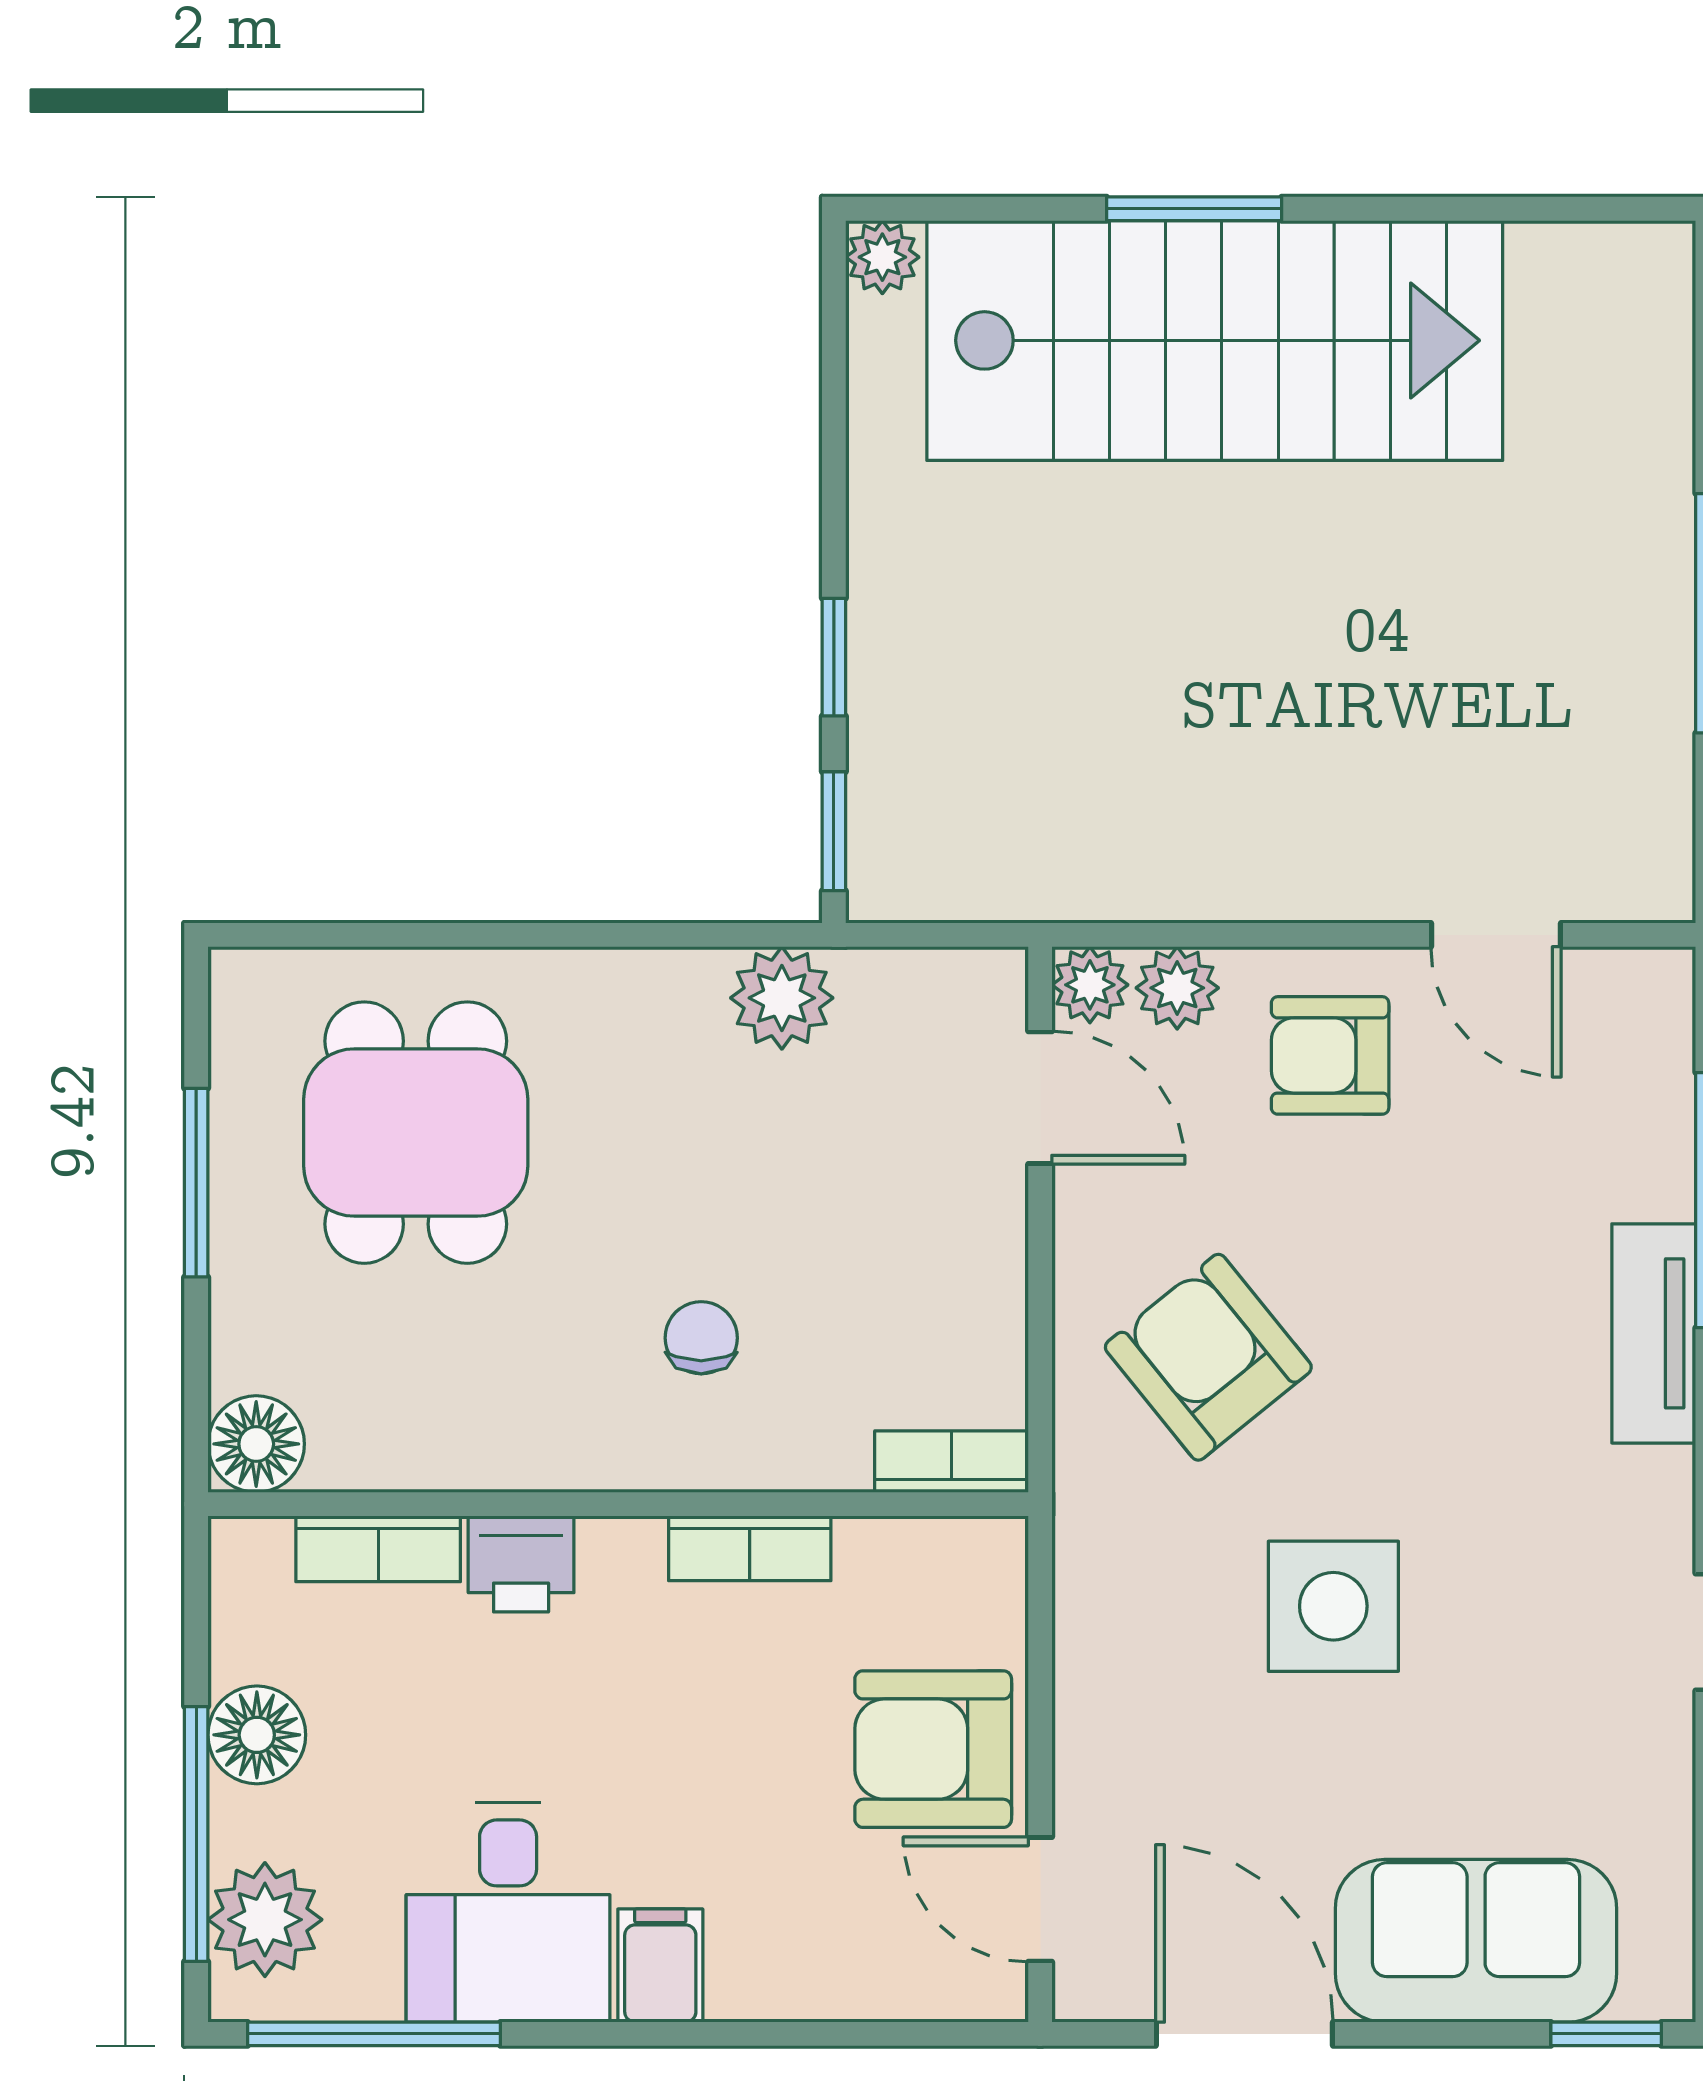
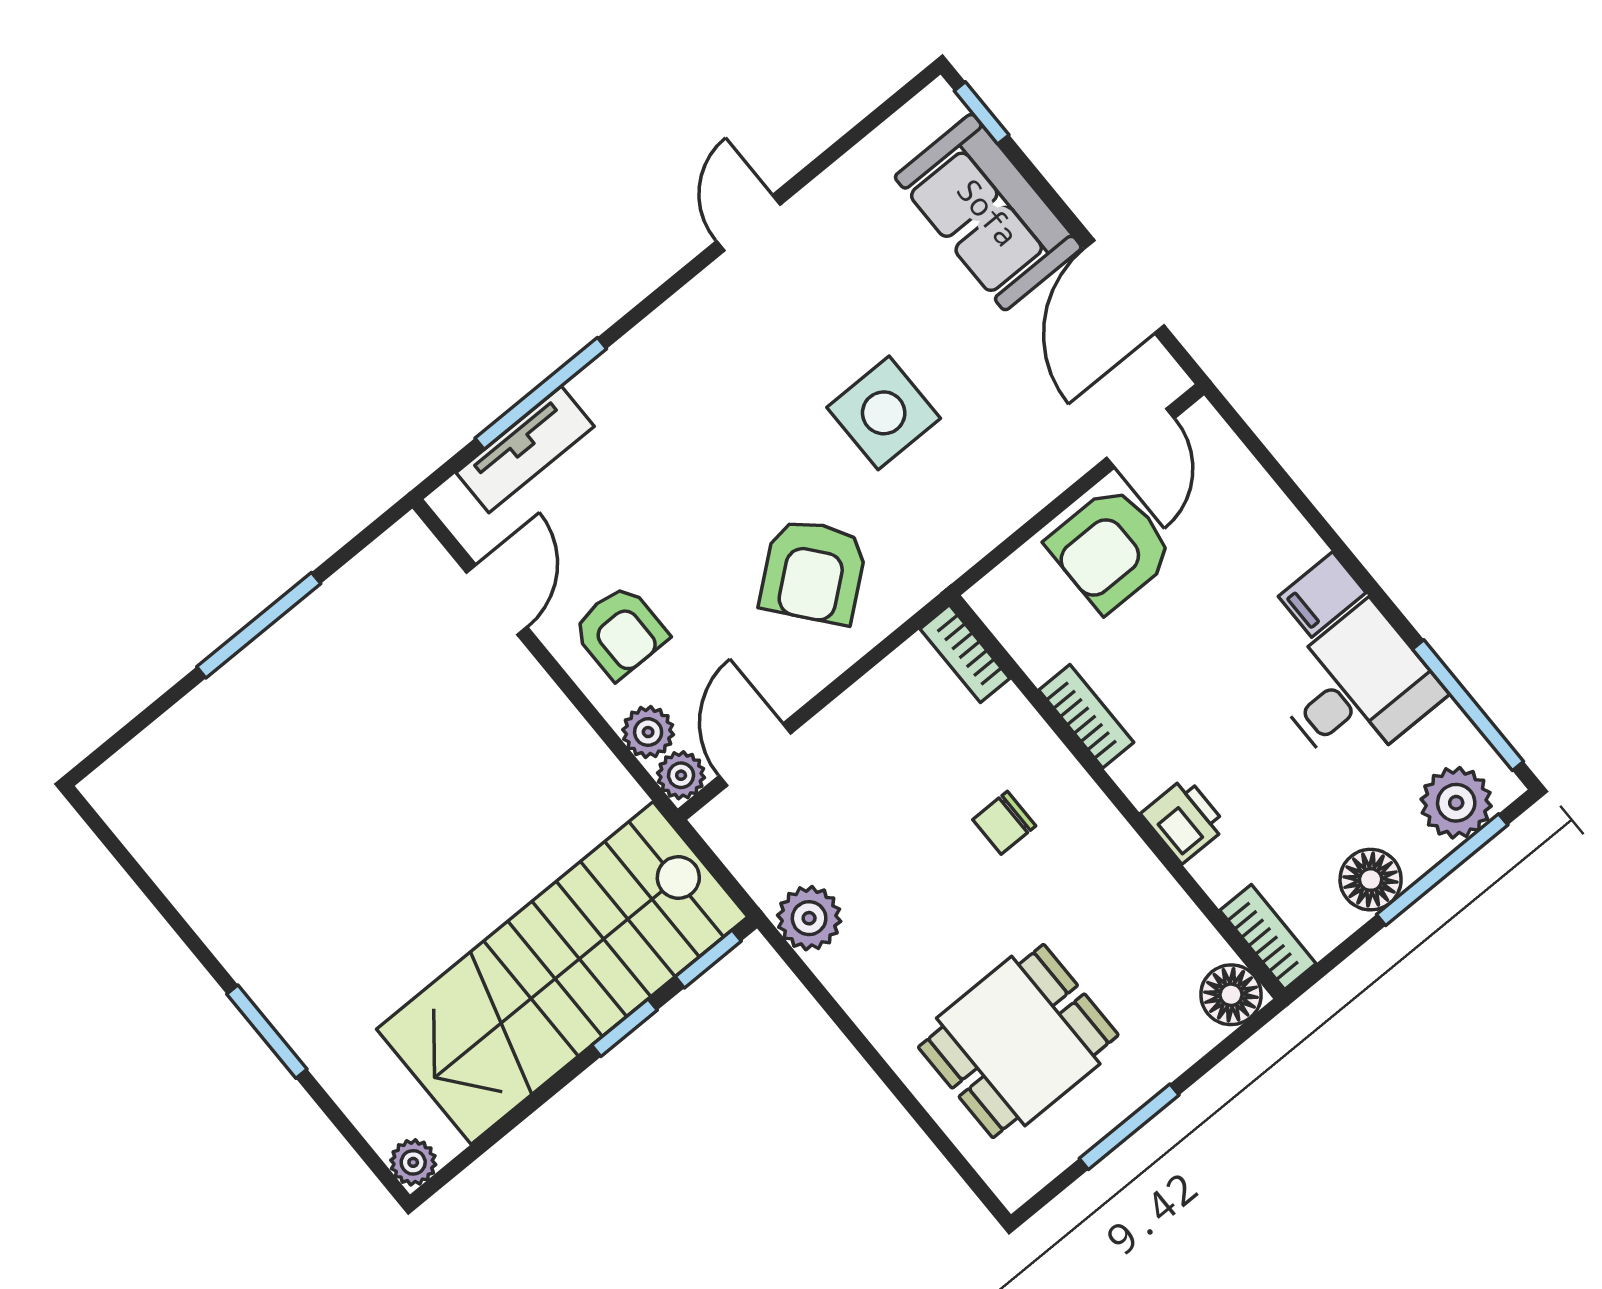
stairs: (1215, 340) -> (562, 973), moved, turned -90
tv unit: (1654, 1333) -> (525, 449), moved
bookcase: (378, 1549) -> (1268, 937), moved
armchair: (933, 1749) -> (1110, 549), turned 90

